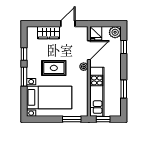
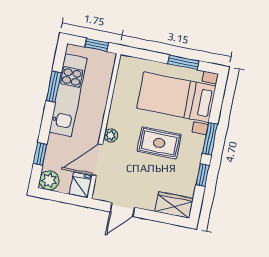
wardrobe: (48, 33) -> (174, 205), moved
kitchen unit: (97, 92) -> (68, 95), moved, turned 180
window: (72, 119) -> (183, 62), moved

